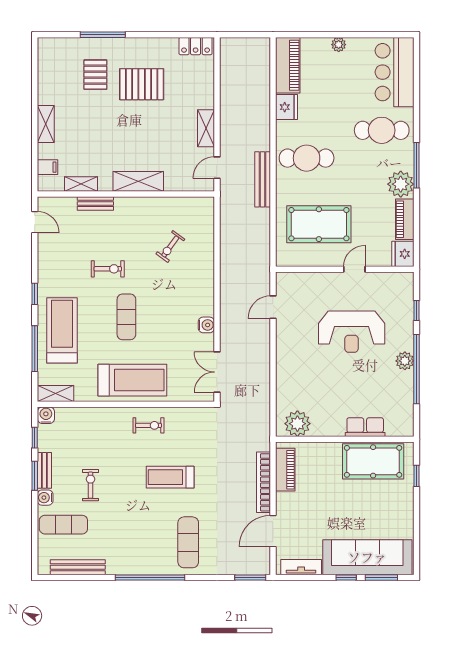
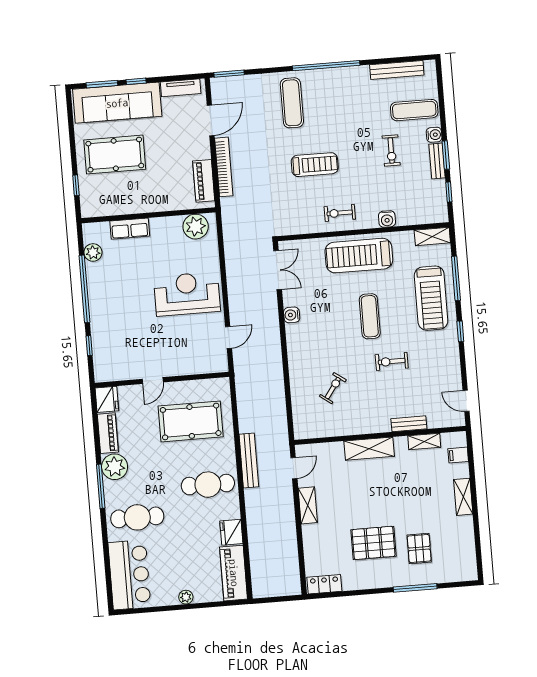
reception desk: (352, 332) -> (187, 294), moved
plant: (405, 361) -> (93, 252), moved
water cooler: (46, 415) -> (387, 219), moved
pool table: (373, 461) -> (115, 155), moved

